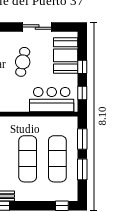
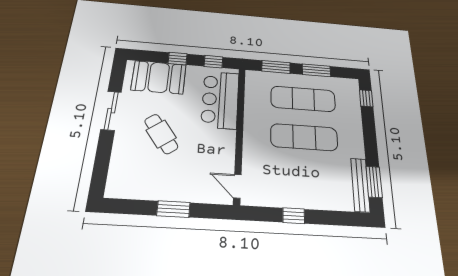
cafe table: (23, 62) -> (161, 134), turned 43

